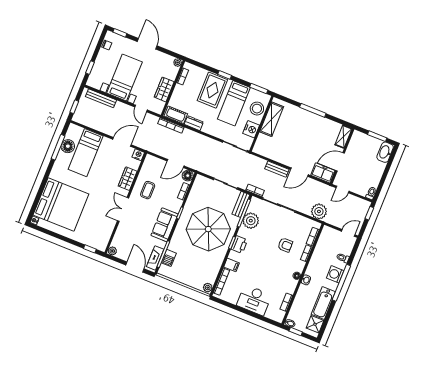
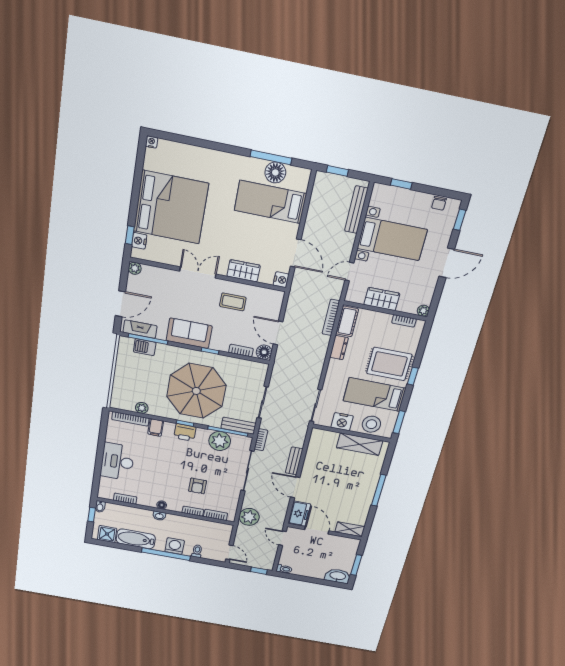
bed: (61, 204) -> (171, 207), moved, turned -90
nightstand: (95, 244) -> (139, 241), added
plant: (208, 288) -> (142, 408), moved

